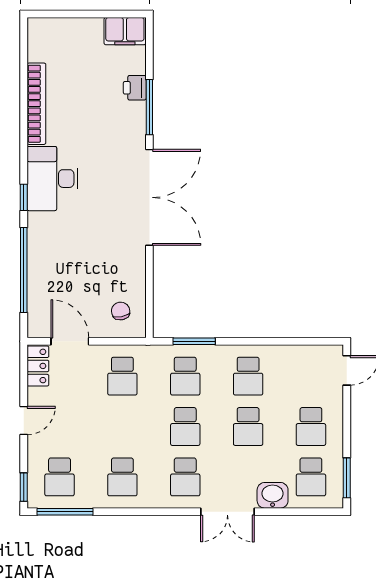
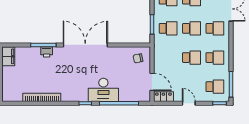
printer: (135, 88) -> (47, 52), moved
desk: (53, 179) -> (103, 90), moved
door: (70, 341) -> (152, 82), swing flipped
school desk: (122, 376) -> (192, 58), moved

